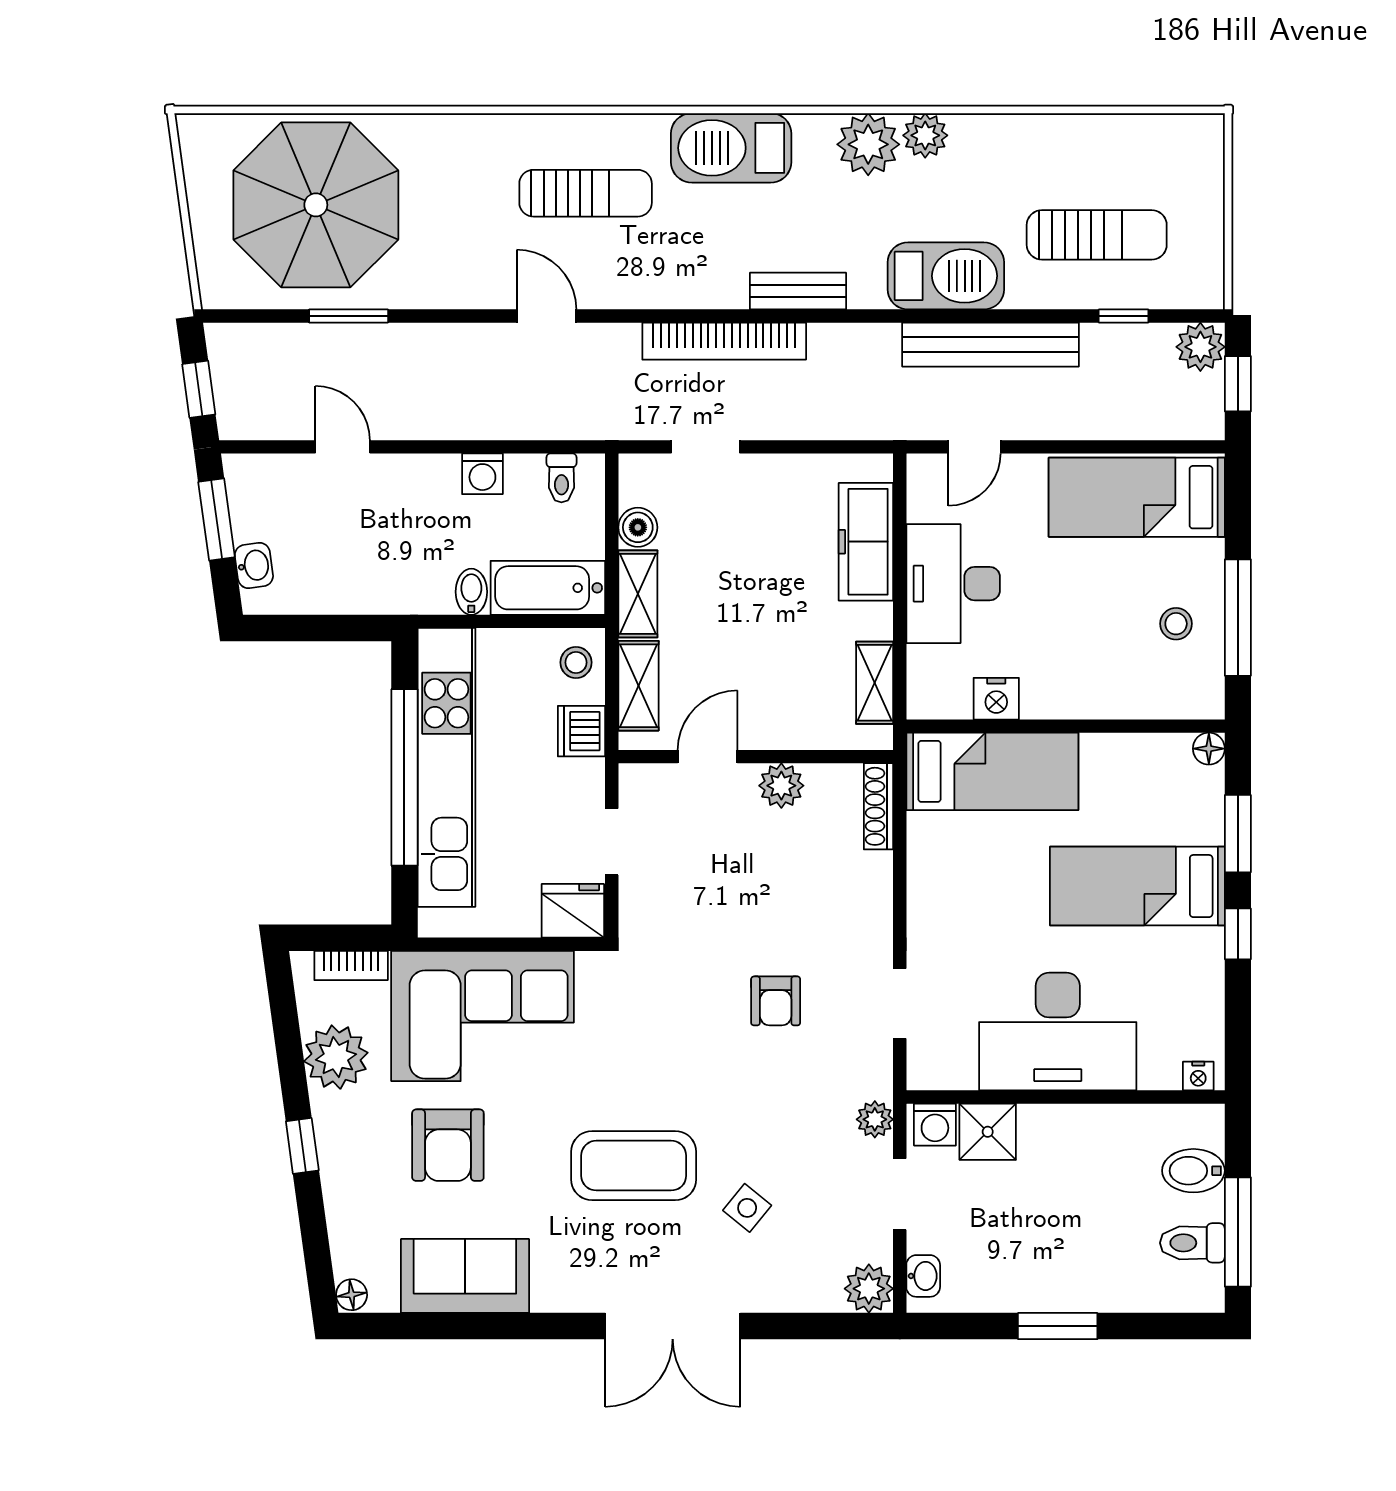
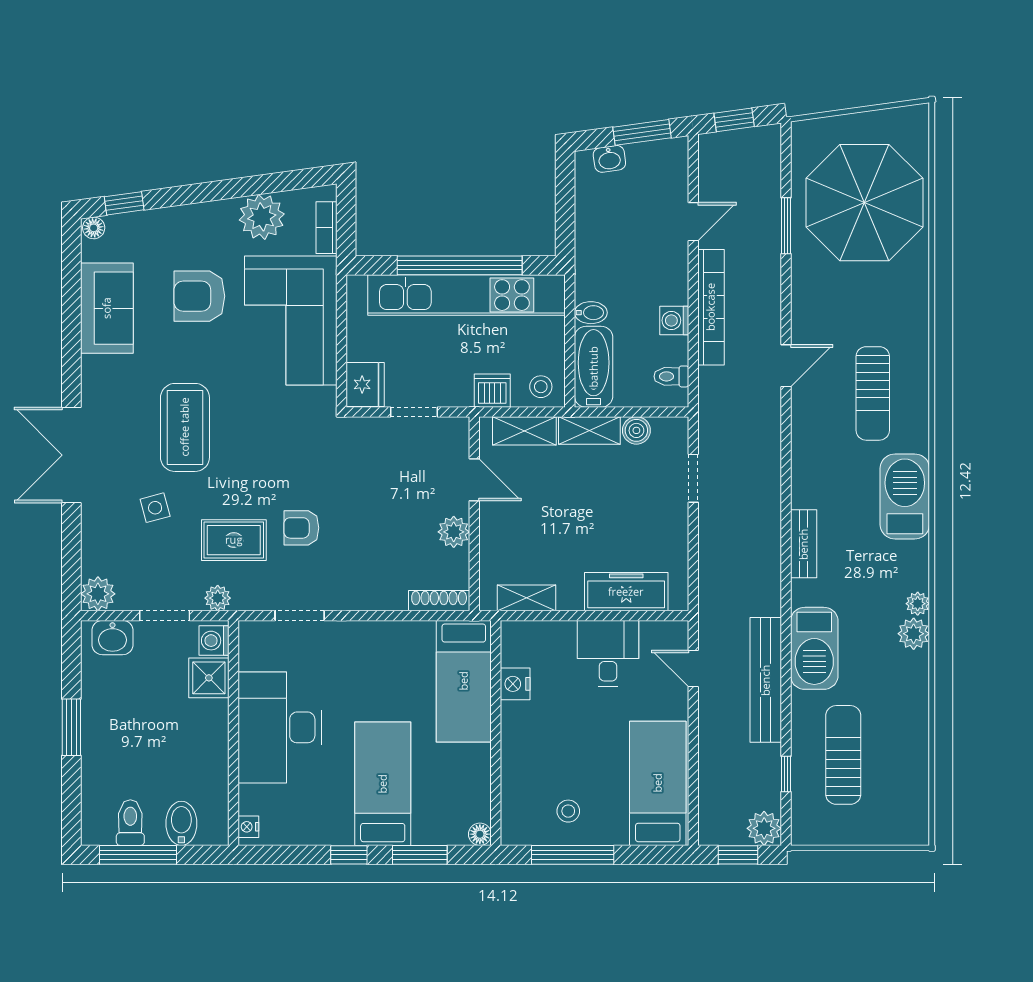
plant: (868, 144) -> (918, 604), width x0.53, depth x0.53
sun lounger: (1097, 235) -> (843, 755), turned 180
bookcase: (724, 341) -> (711, 307), moved, turned 180
desk: (953, 584) -> (608, 653), width x0.73
rug: (793, 1097) -> (234, 540), added
window: (302, 1146) -> (124, 203), moved
side table: (747, 1208) -> (155, 508), turned 36
washbasin: (923, 1276) -> (113, 638), width x1.38, depth x1.45

